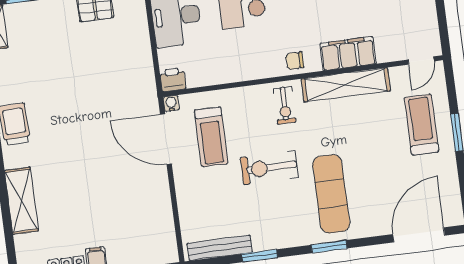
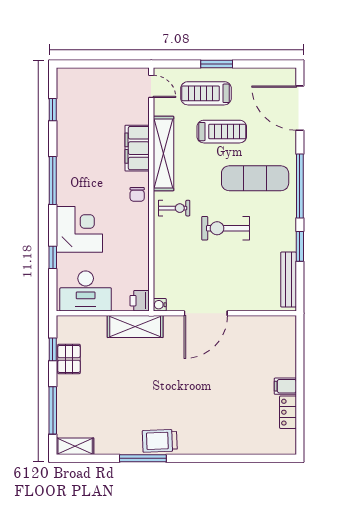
treadmill: (211, 137) -> (222, 132), moved
door: (166, 139) -> (206, 313), moved
exercise bike: (269, 168) -> (226, 228), turned 90
shelving: (21, 201) -> (135, 327), moved
window: (329, 247) -> (300, 186), width x2.11

